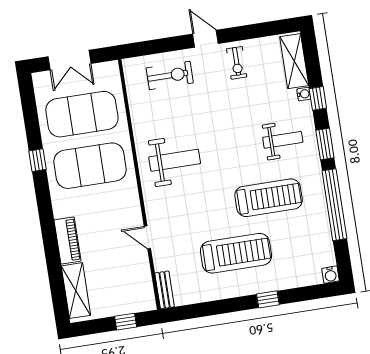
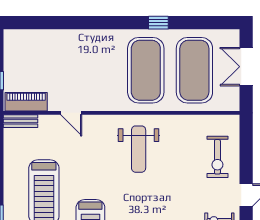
door: (147, 237) -> (71, 113), swing flipped
piano: (67, 241) -> (26, 102), moved, turned 180
shelving: (76, 291) -> (33, 39), removed

